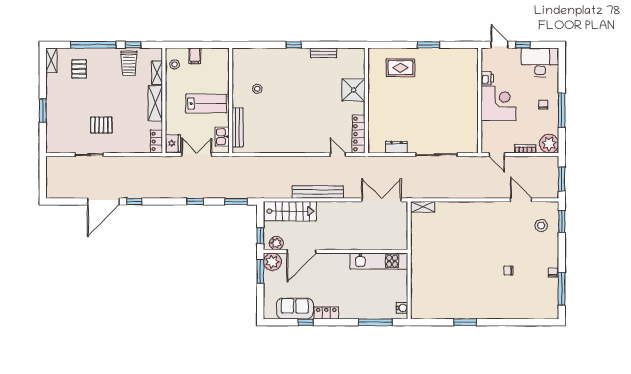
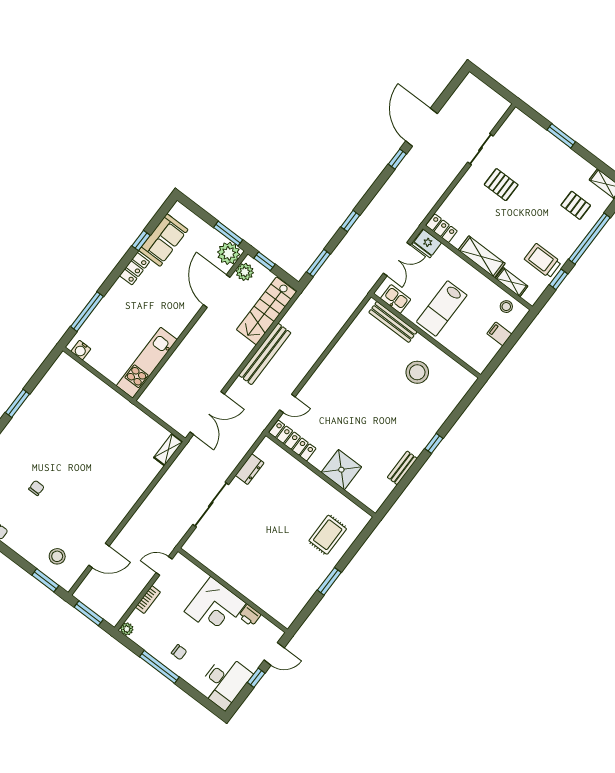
stool: (257, 89) -> (417, 372), width x1.89, depth x1.89
pallet: (101, 125) -> (501, 185), turned 90
plant: (549, 144) -> (127, 629), width x0.53, depth x0.53

